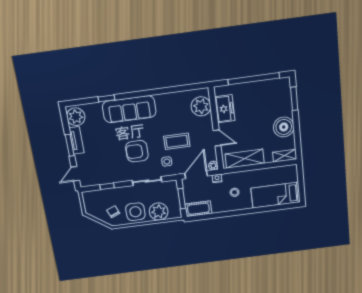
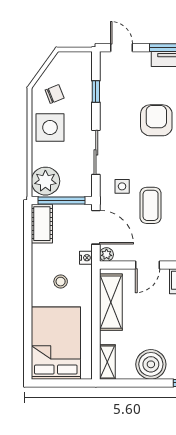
armchair: (137, 151) -> (156, 120), moved
bed: (276, 195) -> (56, 343), width x1.50
window: (182, 199) -> (61, 201), width x1.44
plant: (159, 212) -> (45, 181), moved

